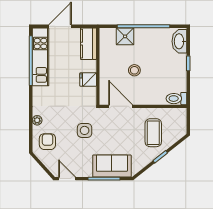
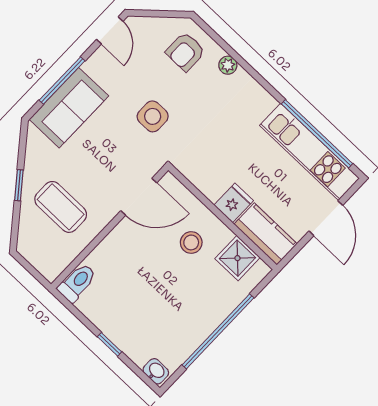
shower: (125, 36) -> (237, 258), moved
washbasin: (179, 41) -> (156, 371), width x0.52, depth x0.69
stool: (134, 70) -> (191, 242), moved
fridge: (88, 79) -> (234, 203), moved
armchair: (47, 142) -> (185, 52), turned 90
door: (67, 179) -> (110, 30), hinge flipped

